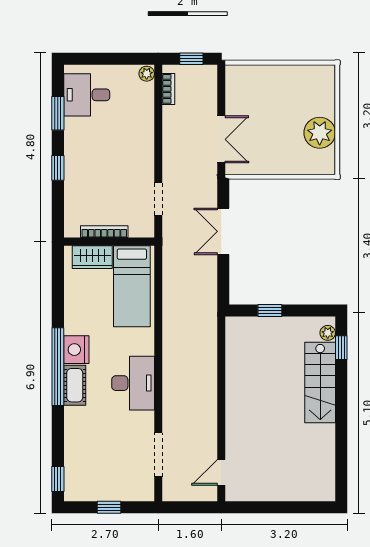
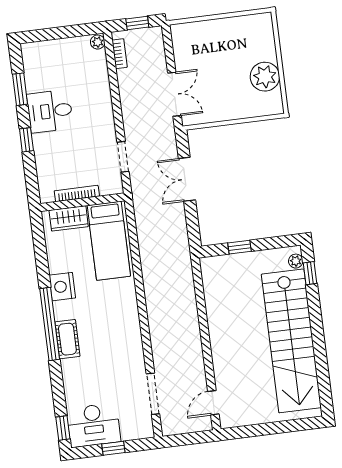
desk: (87, 95) -> (50, 111), moved
nightstand: (76, 350) -> (62, 287), moved
stairs: (320, 382) -> (291, 341), width x1.86, depth x1.51
desk: (133, 383) -> (94, 425), moved, turned 90

